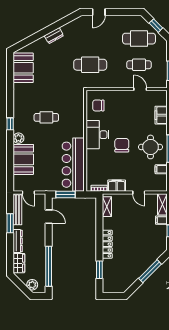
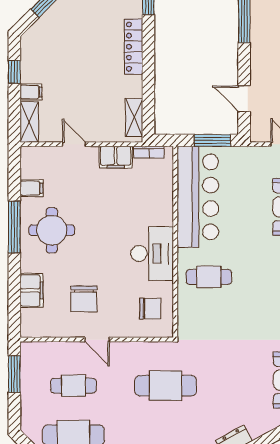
door: (140, 89) -> (97, 340), moved
cafe table: (46, 117) -> (209, 277), moved
chair: (122, 145) -> (84, 299), moved

